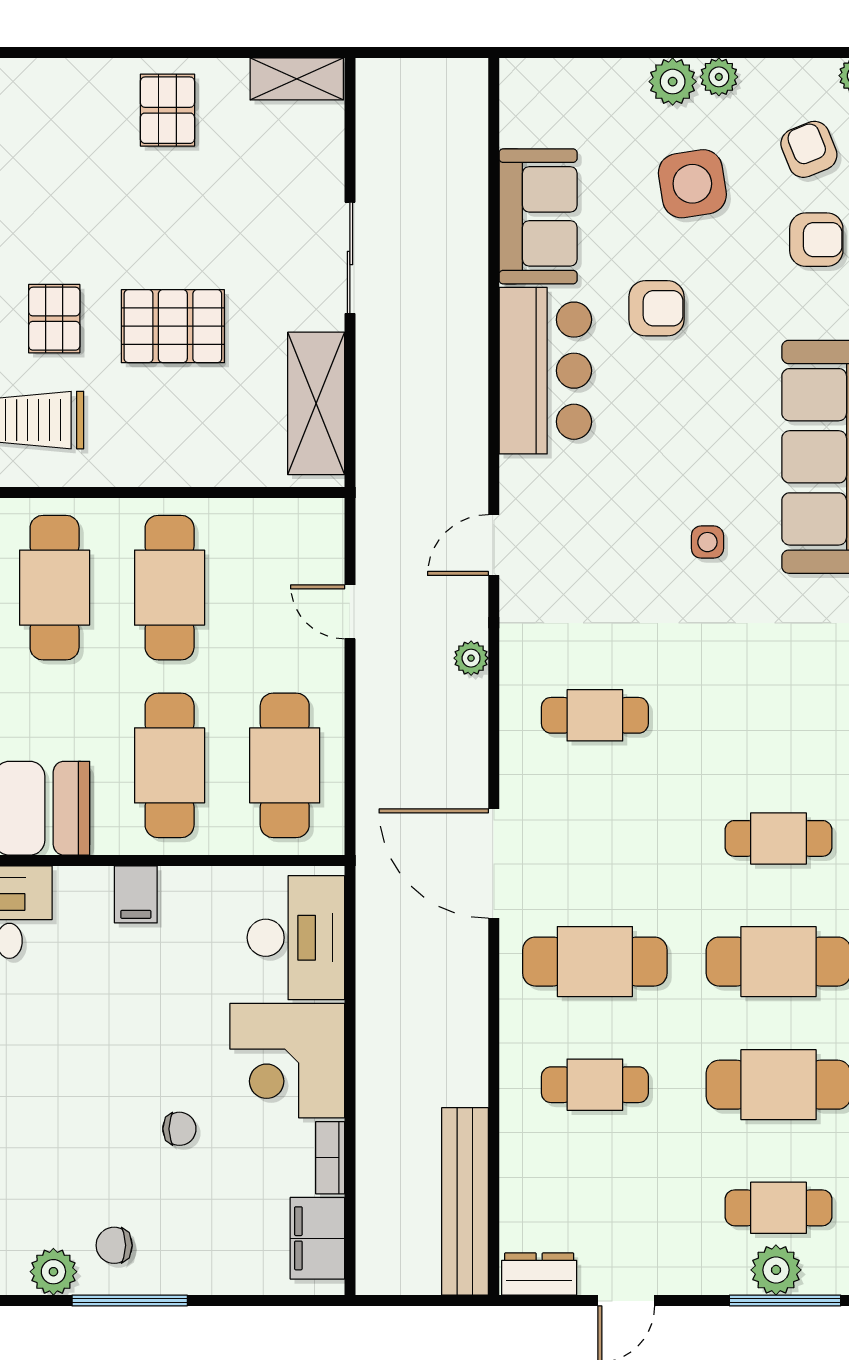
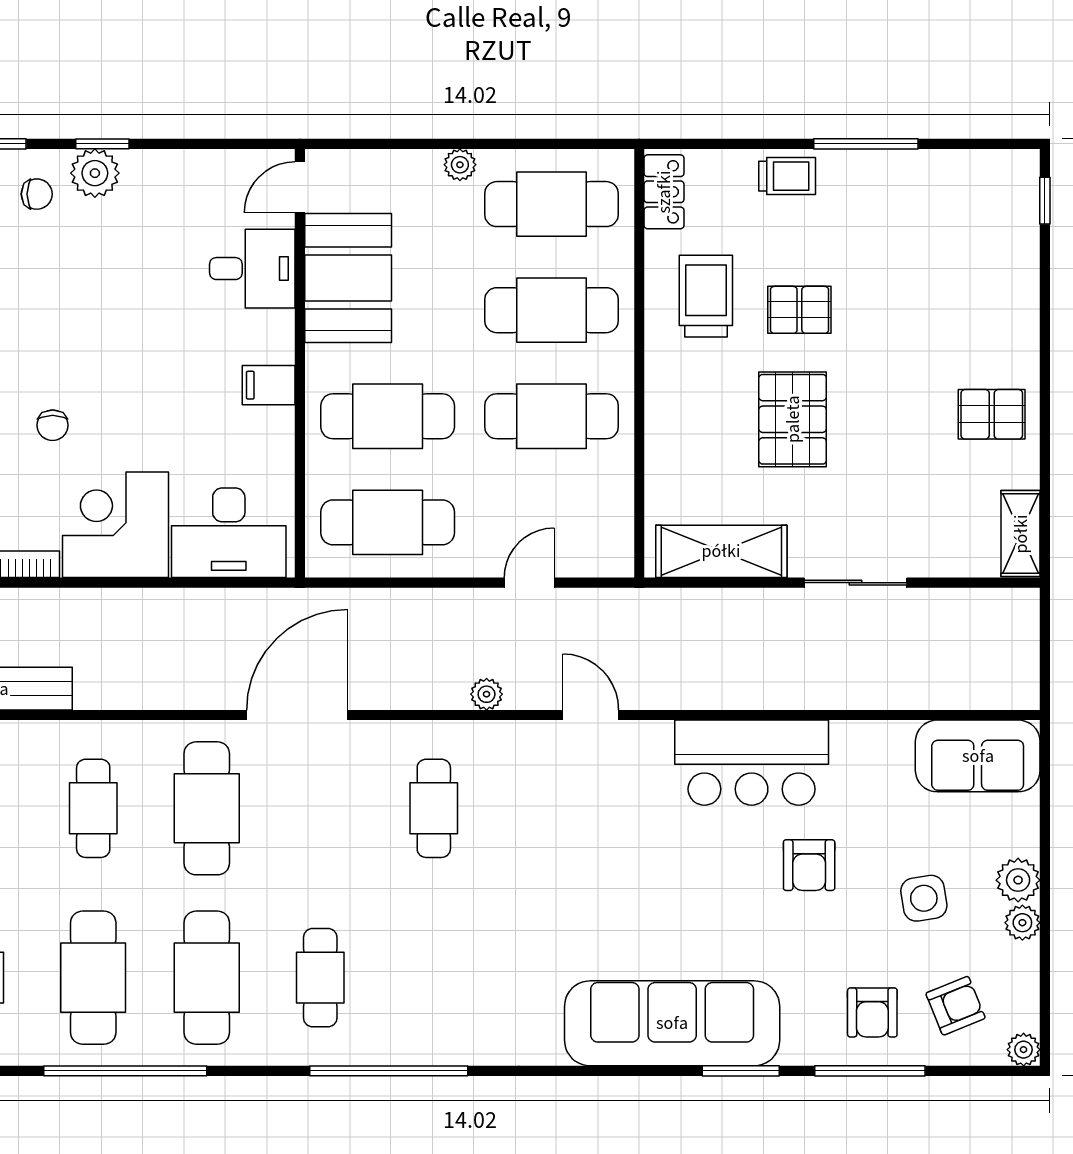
side table: (692, 184) -> (924, 898), width x0.73, depth x0.73
sofa: (538, 216) -> (978, 756), moved
side table: (707, 542) -> (594, 912), removed

